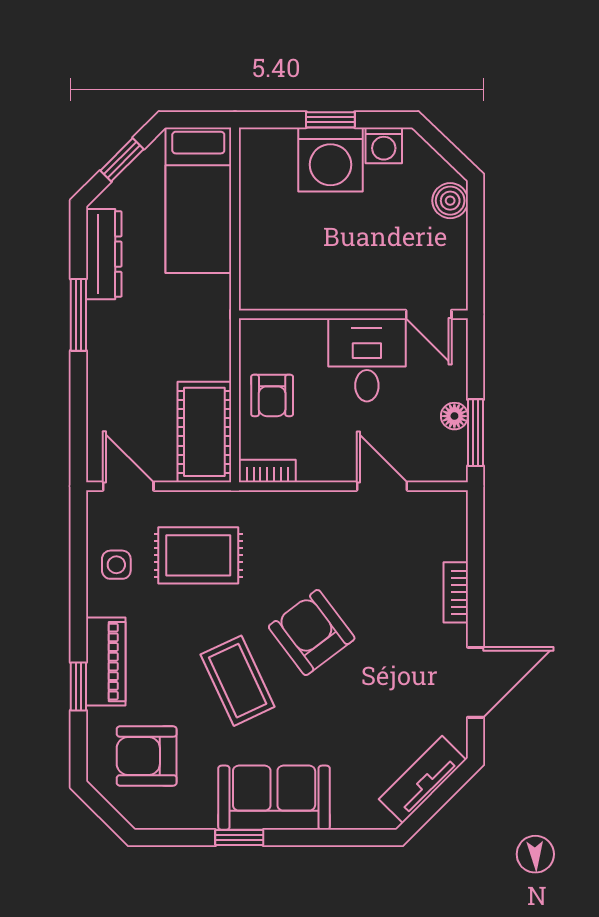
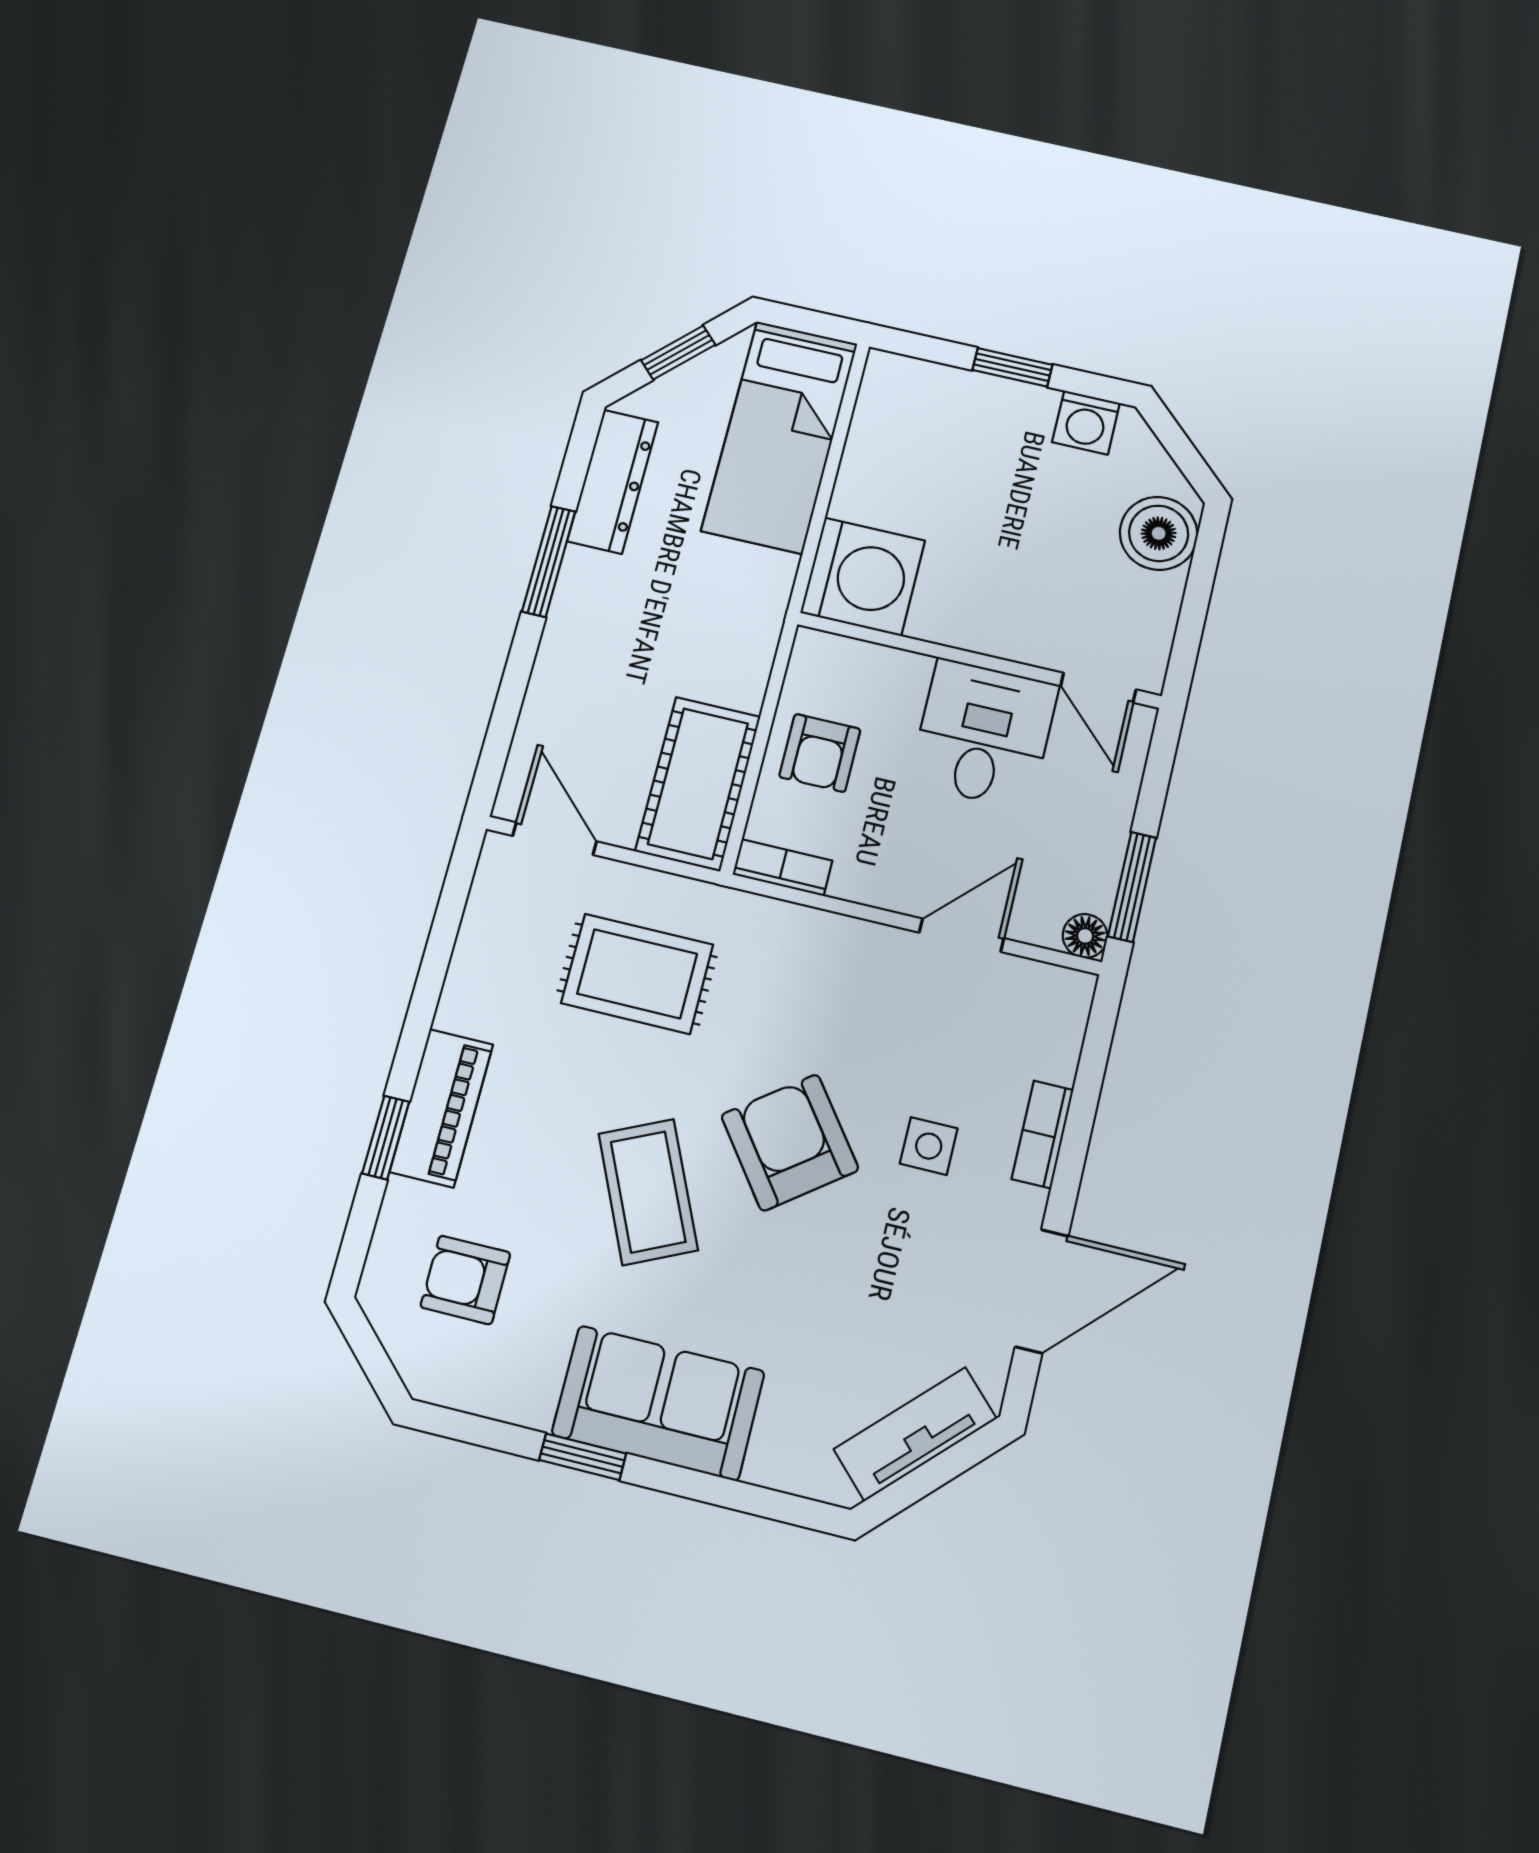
washing machine: (330, 159) -> (863, 577), moved, turned -90
boiler: (450, 201) -> (1159, 533), width x1.36, depth x1.36
floor lamp: (454, 416) -> (1085, 936), moved
door: (382, 486) -> (961, 935), hinge flipped
side table: (116, 565) -> (929, 1146), moved
armchair: (147, 756) -> (465, 1280), width x0.72, depth x0.72

